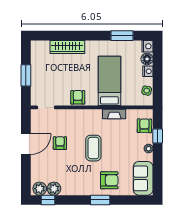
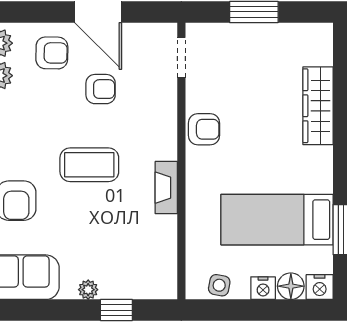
bed: (109, 81) -> (277, 220), moved, turned 180
fireplace: (114, 114) -> (166, 188), moved
armchair: (144, 126) -> (52, 53), moved

